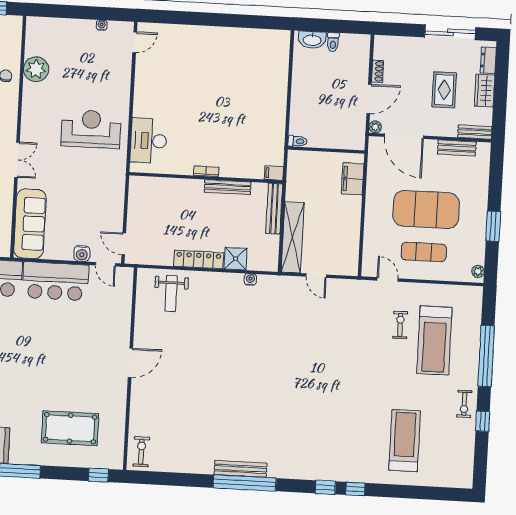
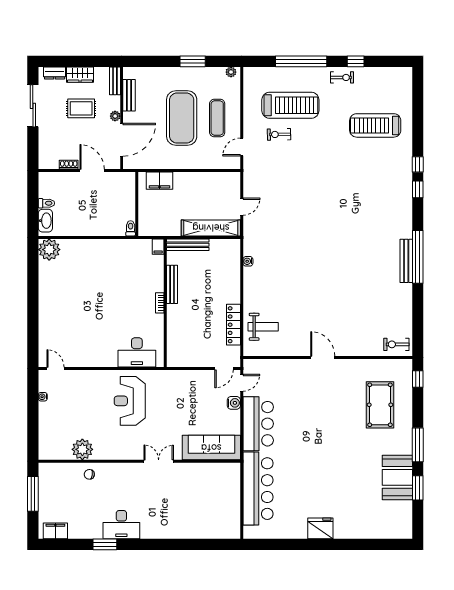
plant: (277, 42) -> (49, 250), added
plant: (375, 127) -> (115, 116), moved
locker: (199, 259) -> (234, 325), moved
shower: (236, 259) -> (231, 275), removed

